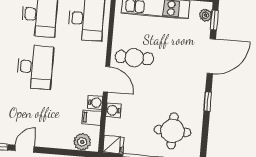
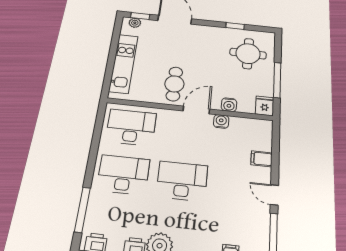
window: (207, 102) -> (235, 26), moved
filing cabinet: (92, 118) -> (262, 159), moved, turned 90
plant: (82, 142) -> (263, 135), removed

